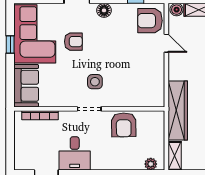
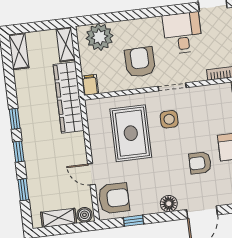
rug: (129, 74) -> (131, 133), added
filing cabinet: (158, 119) -> (90, 85), added
armchair: (124, 125) -> (140, 62), moved
plant: (151, 164) -> (100, 37), width x1.88, depth x1.88

